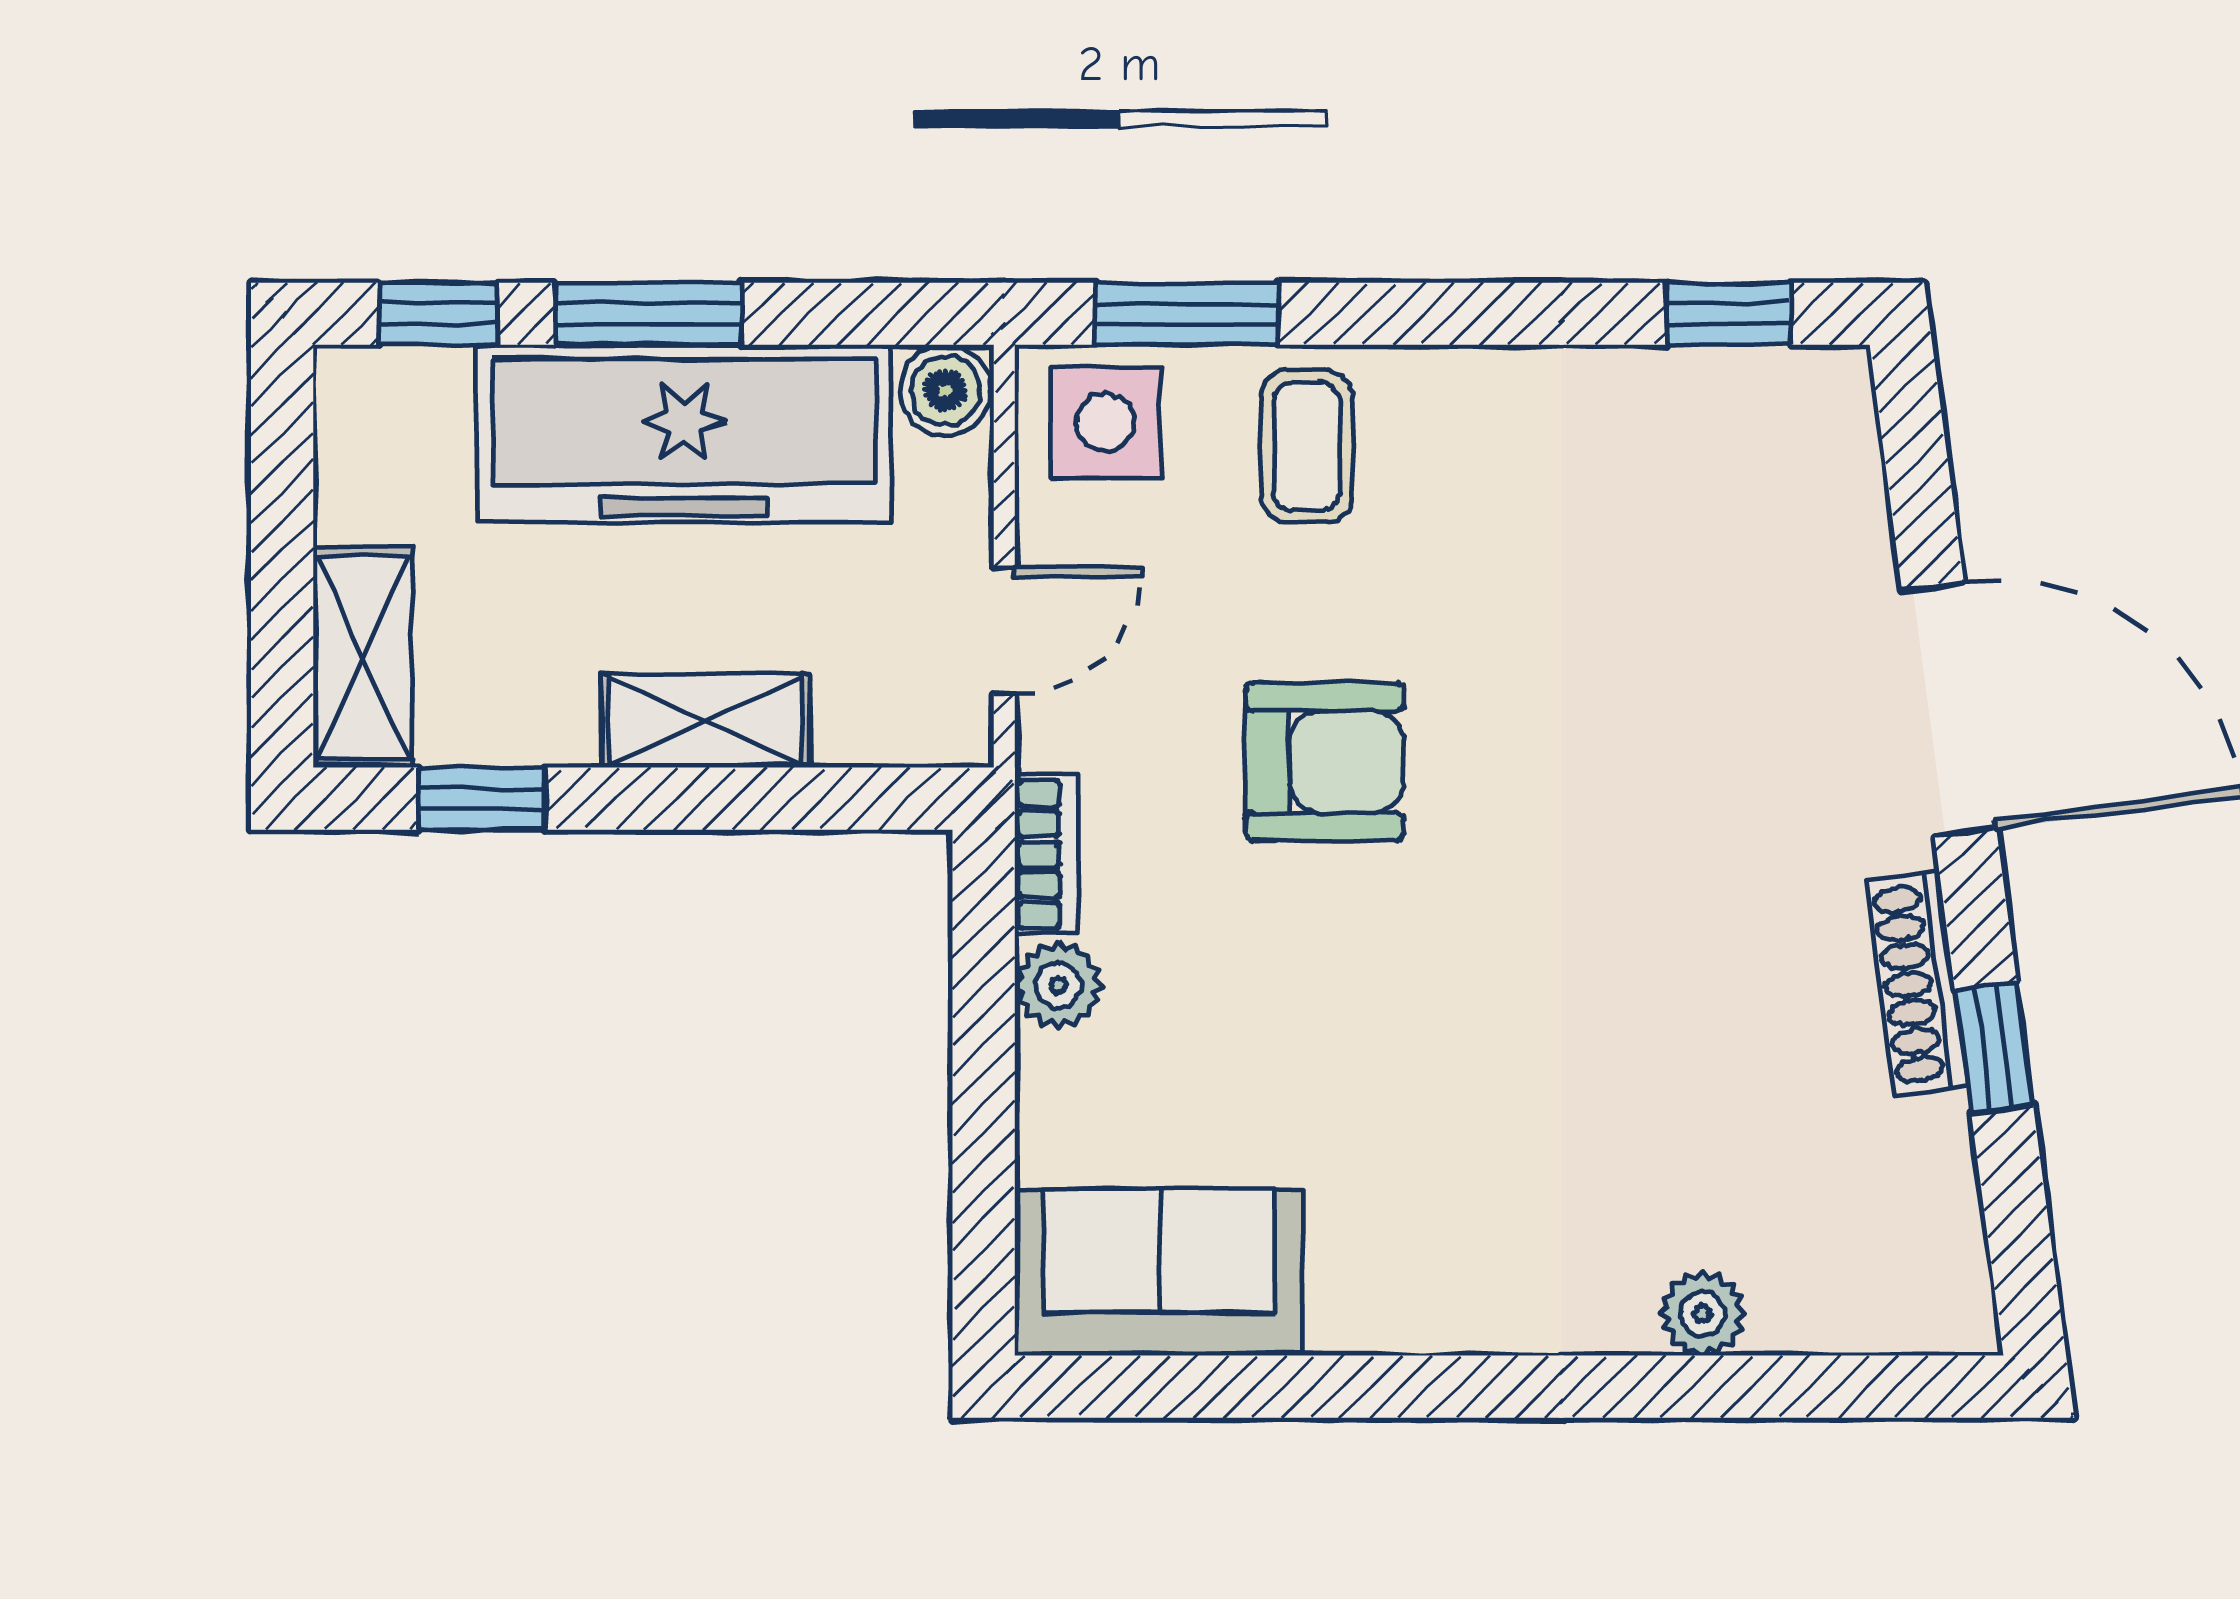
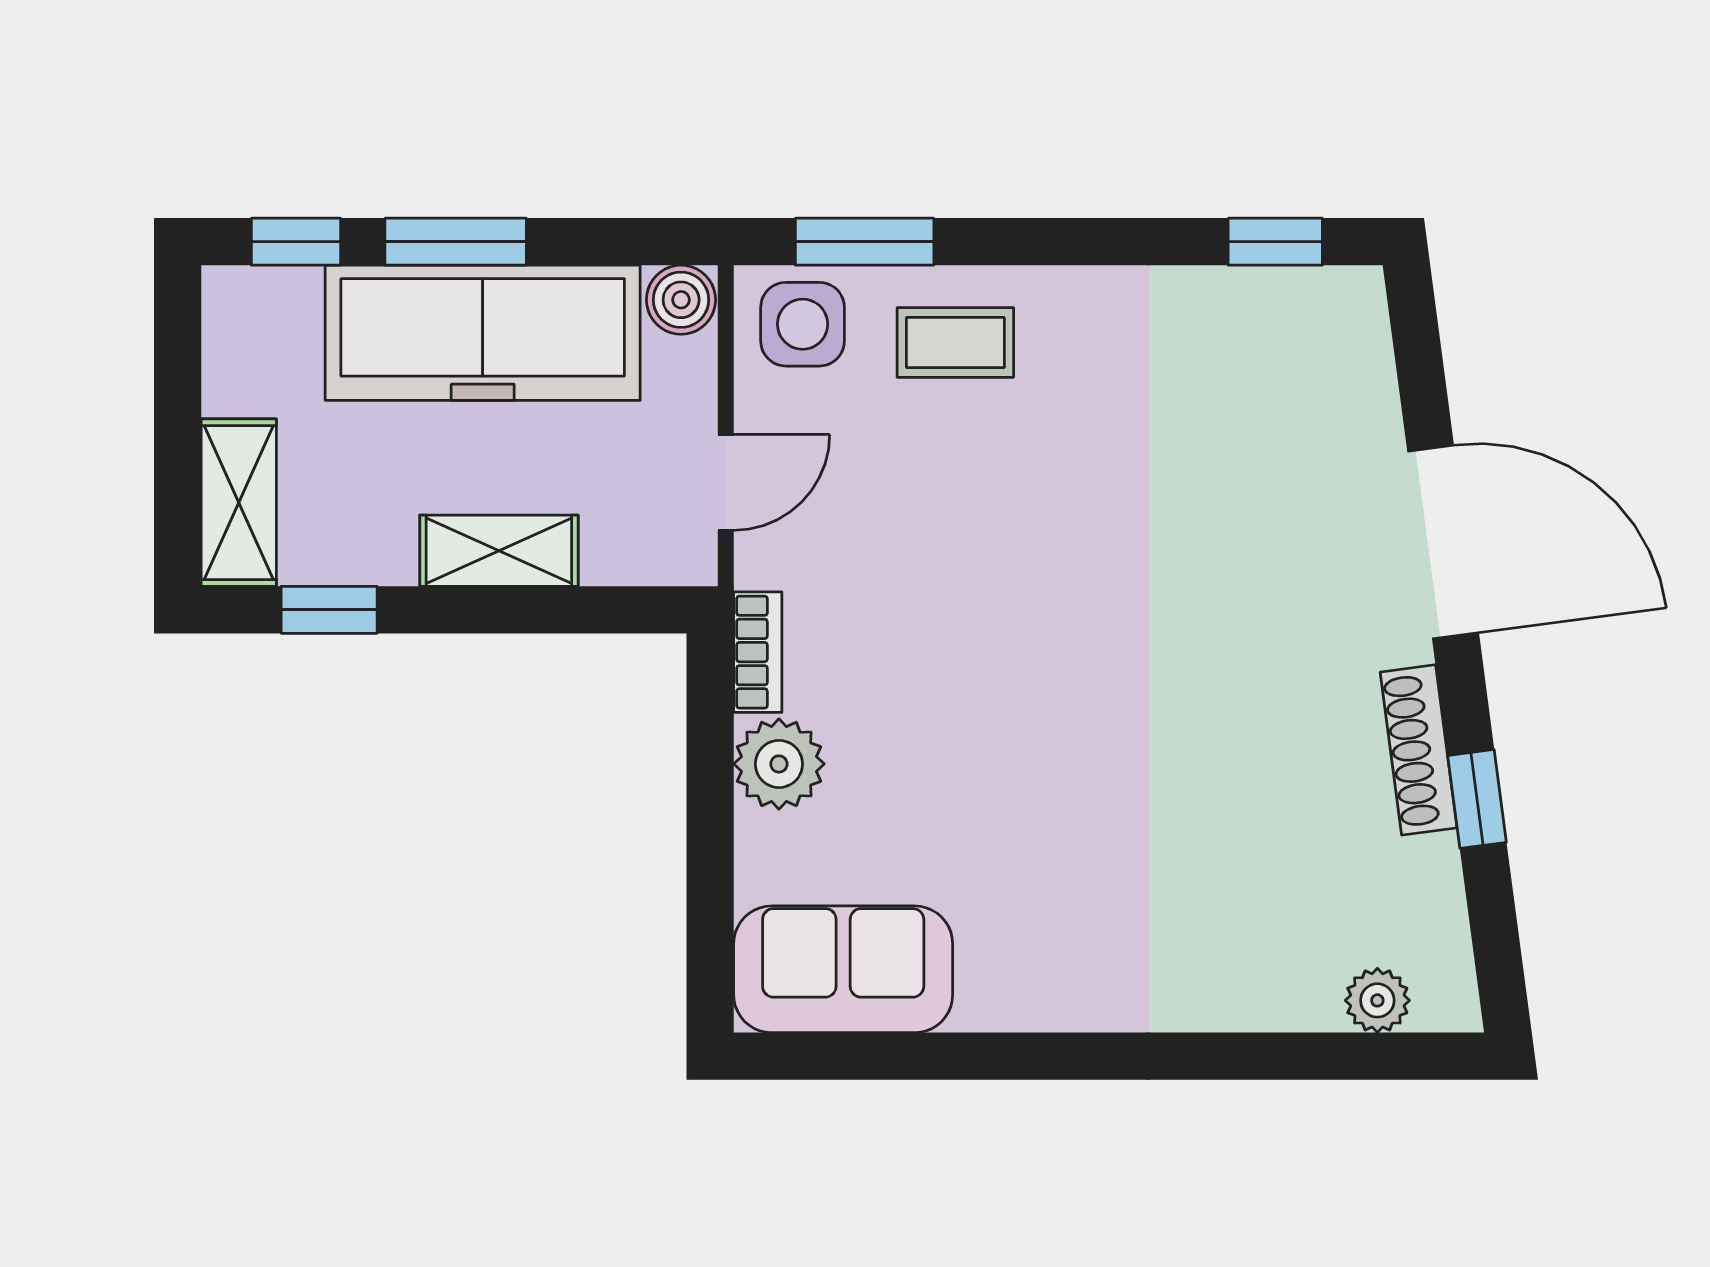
coffee table: (1307, 447) -> (955, 343), turned 90
armchair: (1324, 762) -> (969, 582), removed
plant: (1058, 986) -> (779, 764), width x1.38, depth x1.38
plant: (1702, 1313) -> (1377, 1000), moved

